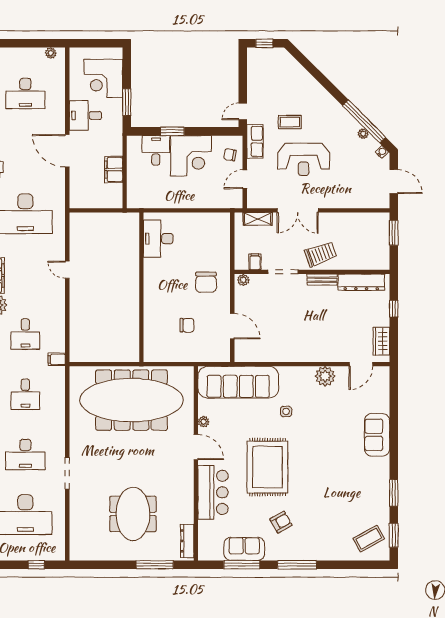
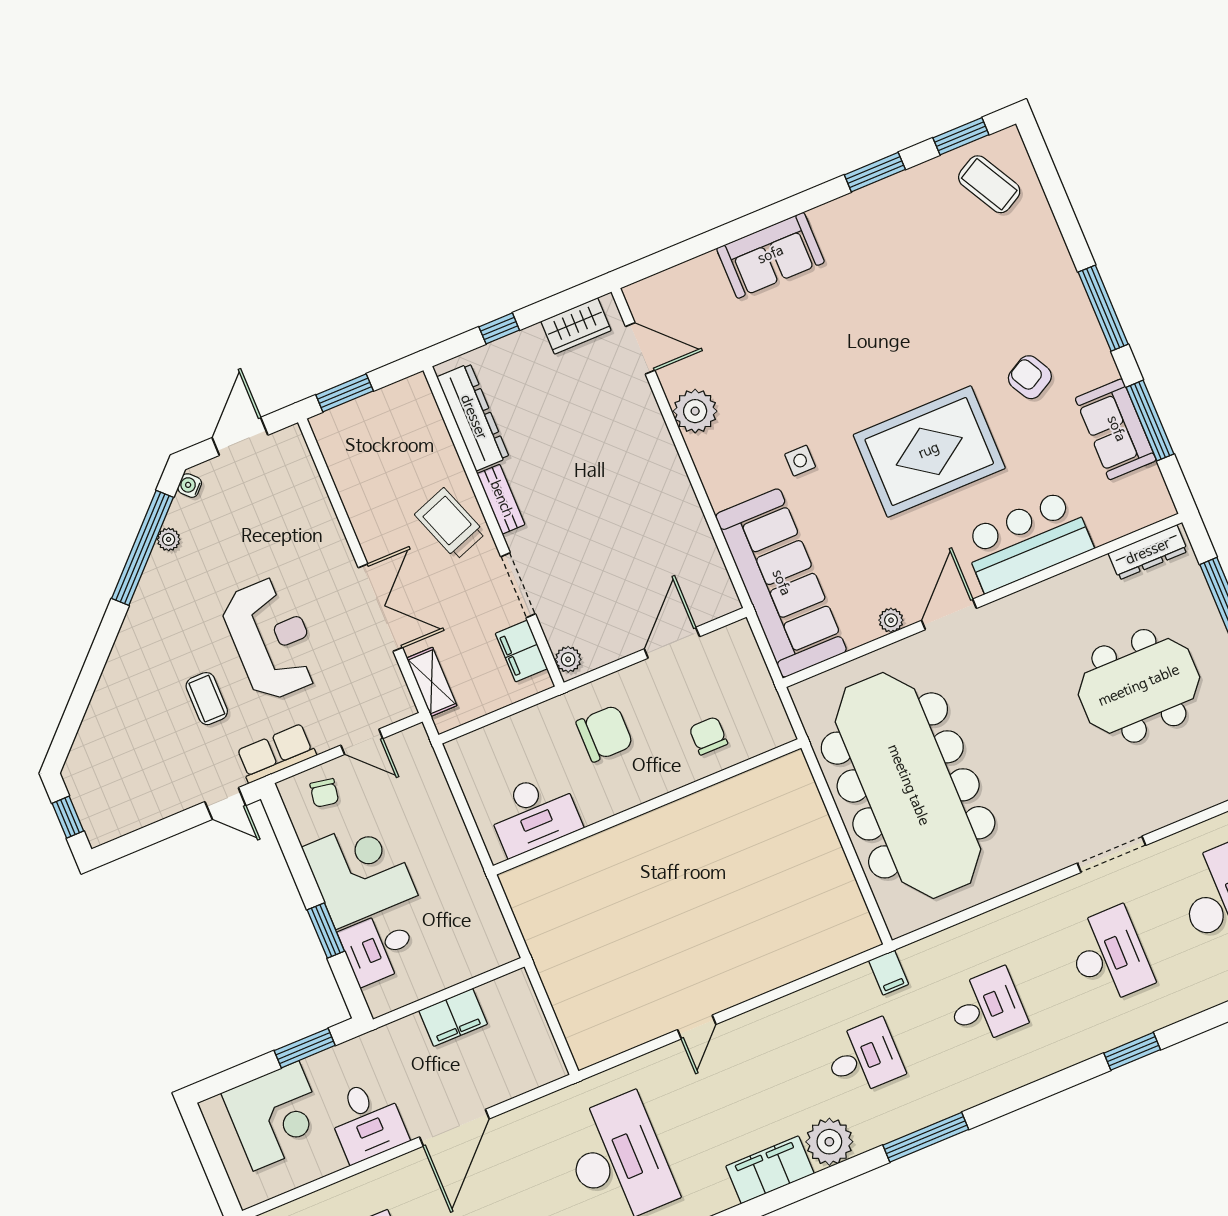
desk: (158, 239) -> (534, 814), moved
filing cabinet: (255, 262) -> (521, 651), width x2.00
wall: (141, 287) -> (647, 807), moved

